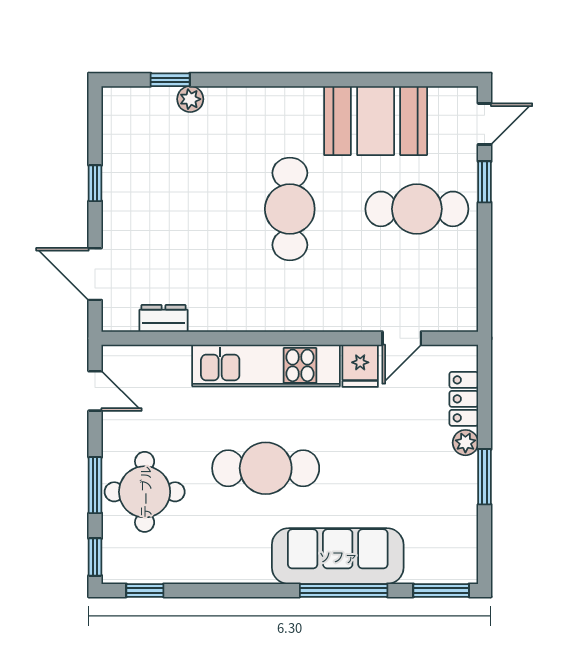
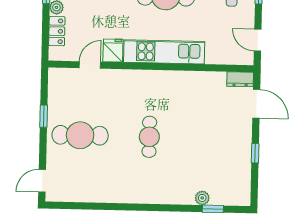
booth: (376, 121) -> (101, 184), removed
window: (485, 182) -> (44, 116), moved
cafe table: (290, 209) -> (149, 137), width x0.73, depth x0.74
dresser: (164, 318) -> (240, 79), moved

